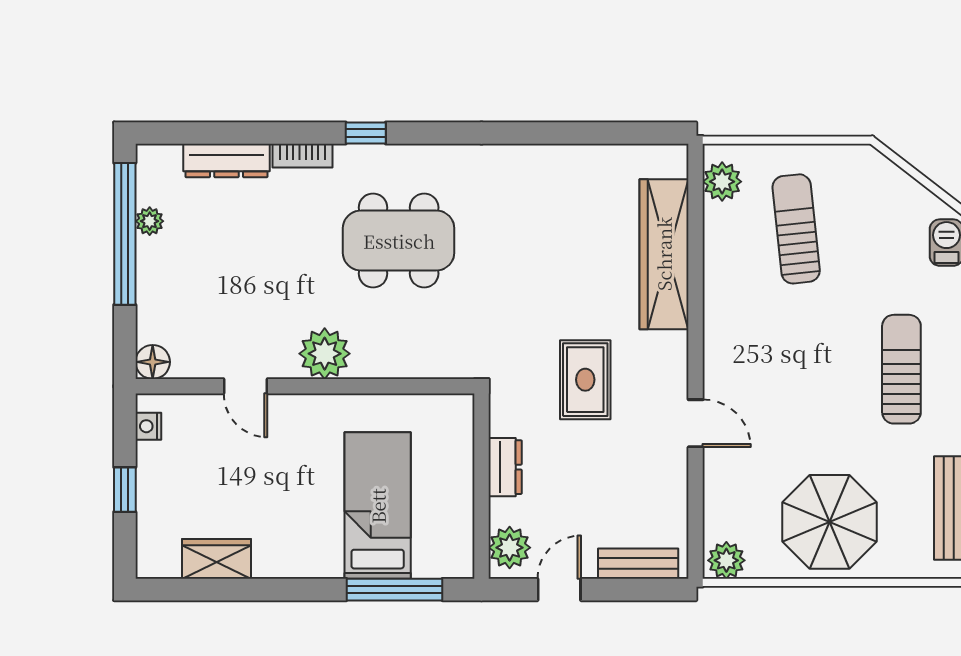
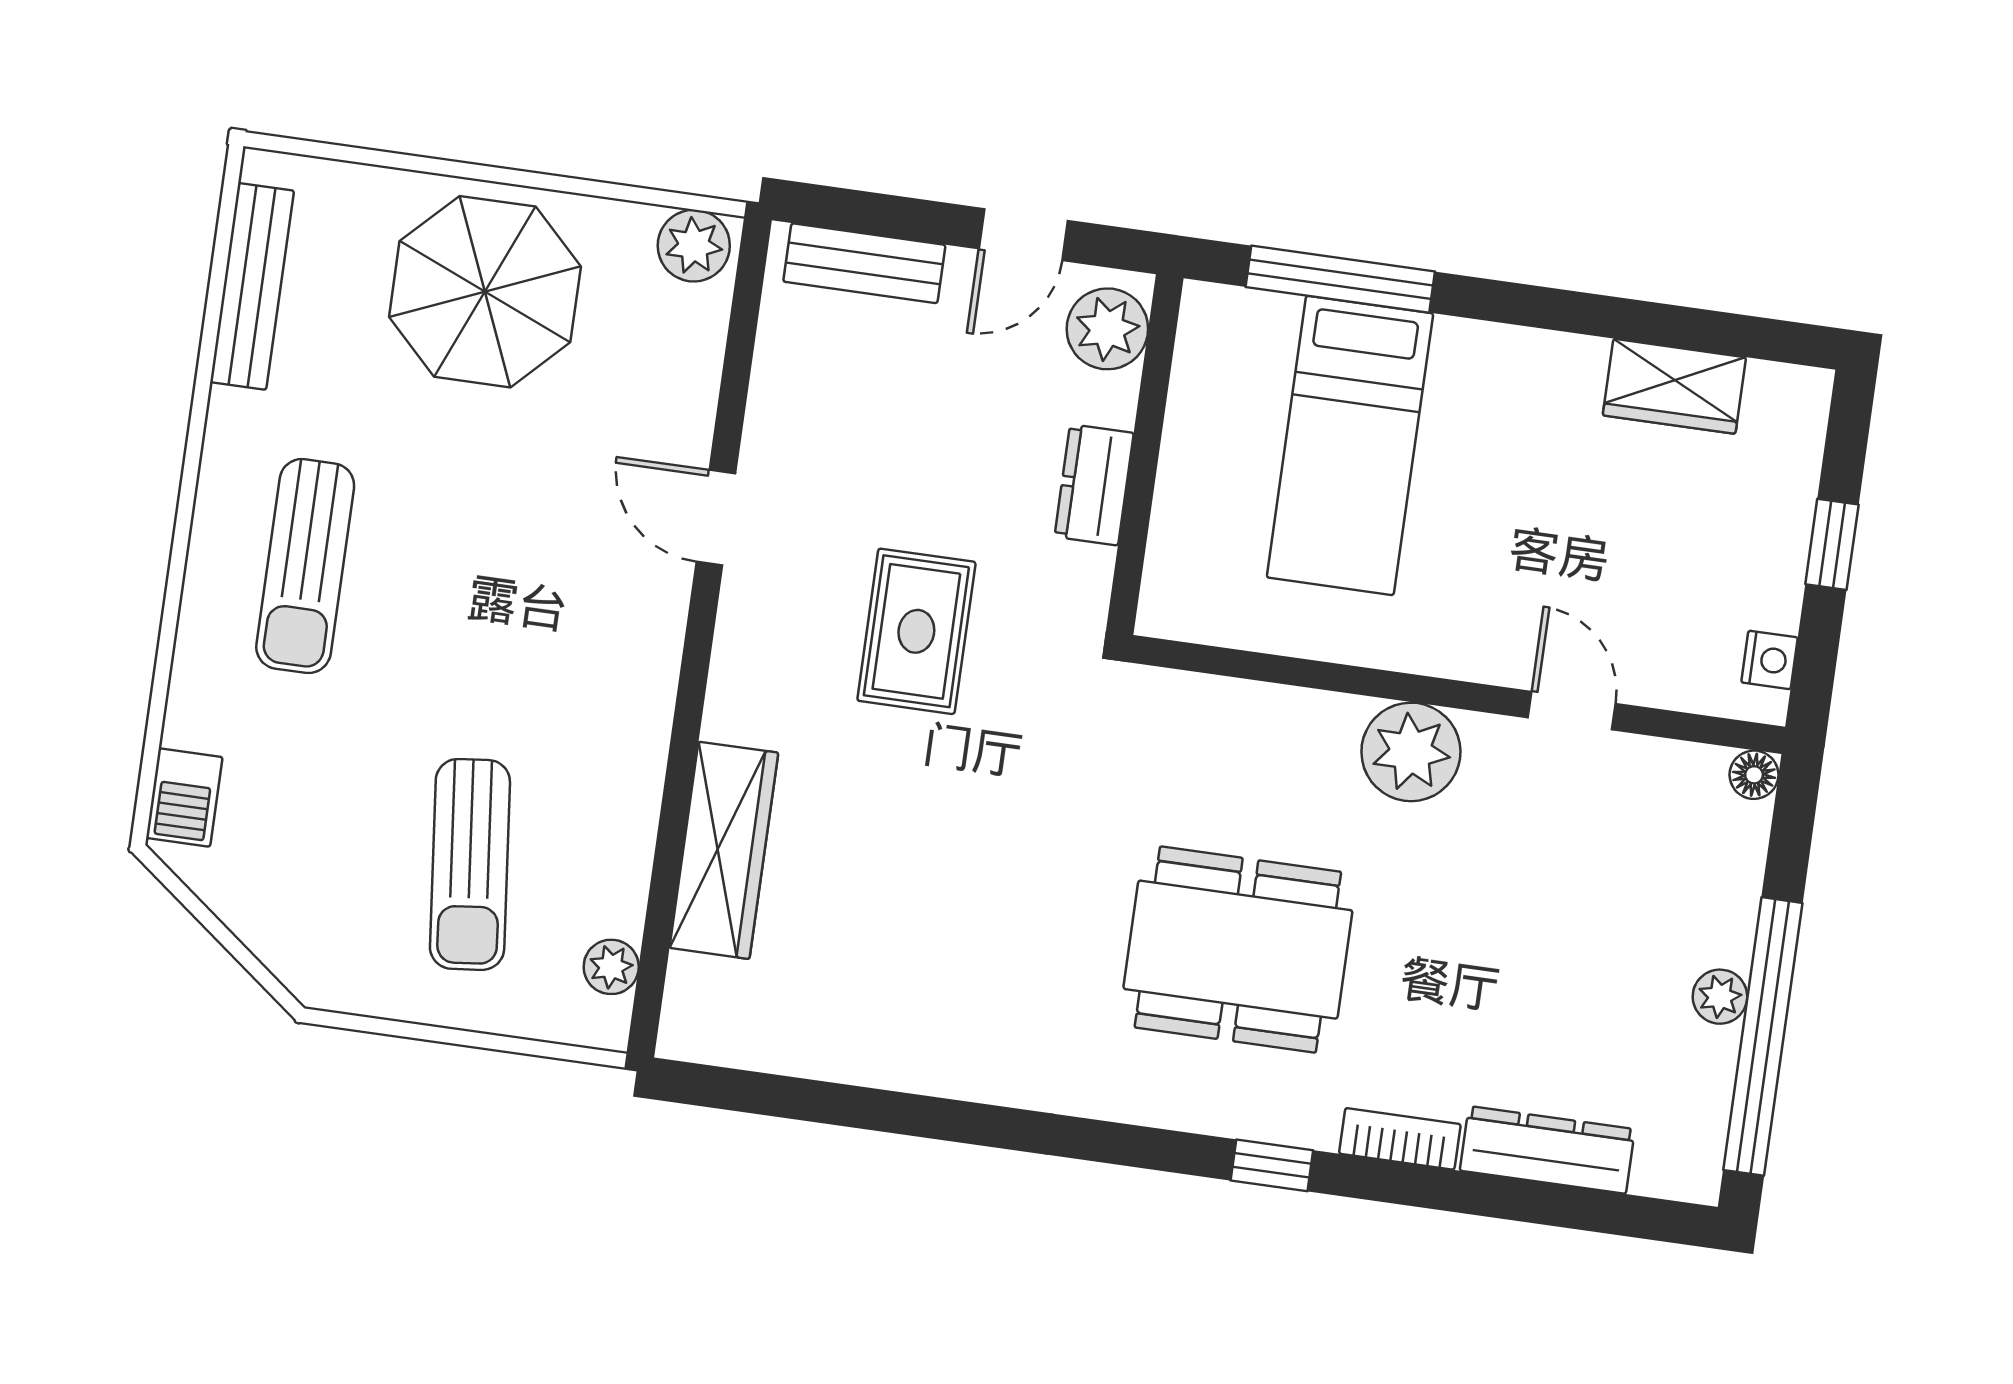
plant: (722, 182) -> (611, 967), width x0.73, depth x0.73
plant: (150, 221) -> (1720, 997), moved
wardrobe: (664, 254) -> (724, 850), width x0.71, depth x0.85
floor lamp: (153, 362) -> (1754, 775), width x0.73, depth x0.73

